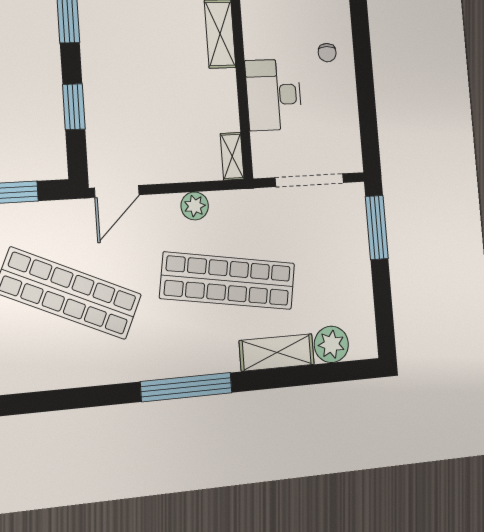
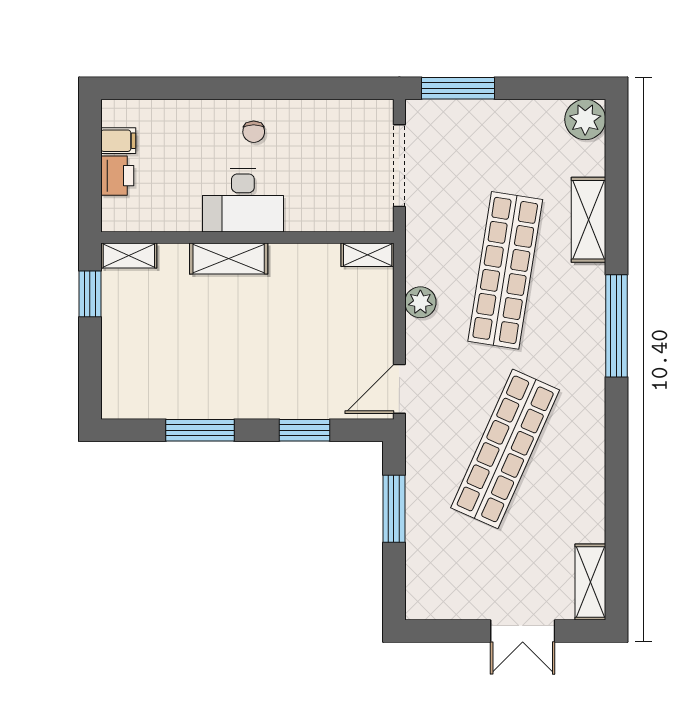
chair: (327, 53) -> (254, 132), turned 90
desk: (274, 95) -> (243, 200), moved
door: (117, 191) -> (399, 389), swing flipped
plant: (331, 344) -> (585, 119), moved

